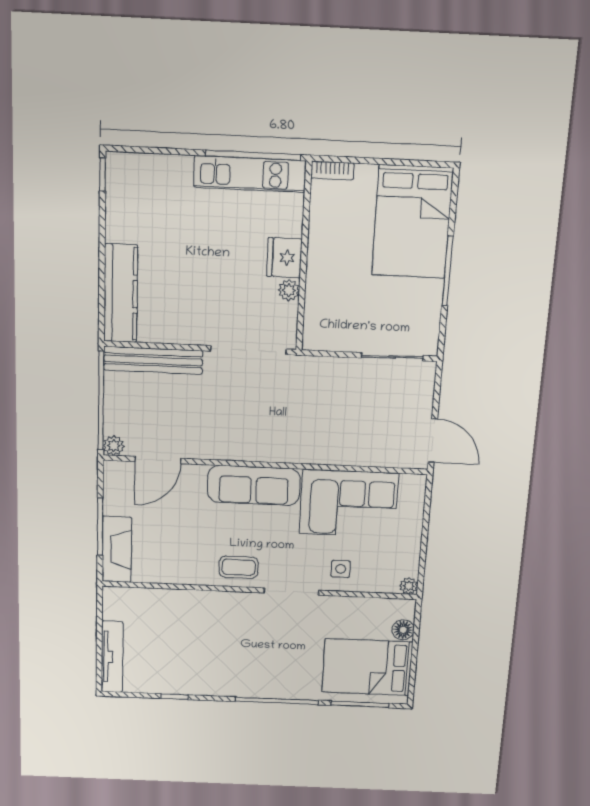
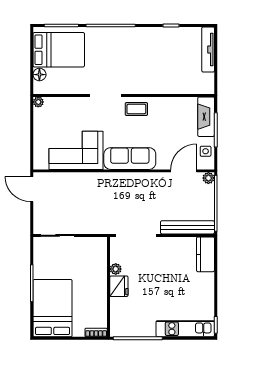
kitchen unit: (250, 174) -> (185, 329), moved
kitchen counter: (121, 293) -> (205, 254), width x0.67
side table: (341, 569) -> (206, 151), moved

